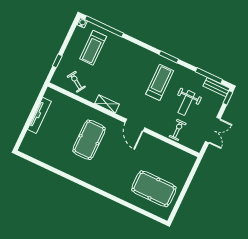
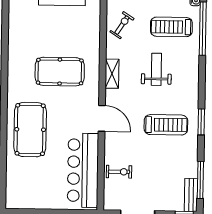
weight bench: (186, 103) -> (156, 69), moved, turned 90
door: (135, 125) -> (102, 118), swing flipped
bar counter: (165, 155) -> (83, 170), added
pool table: (154, 189) -> (30, 130), moved

